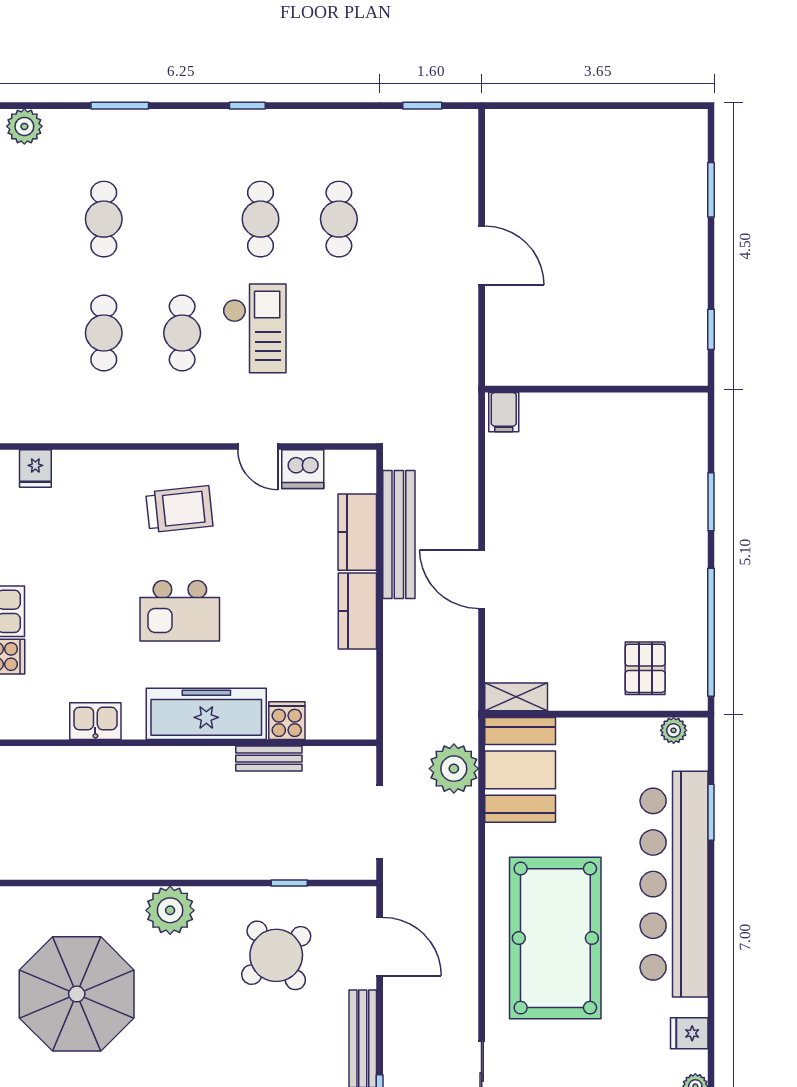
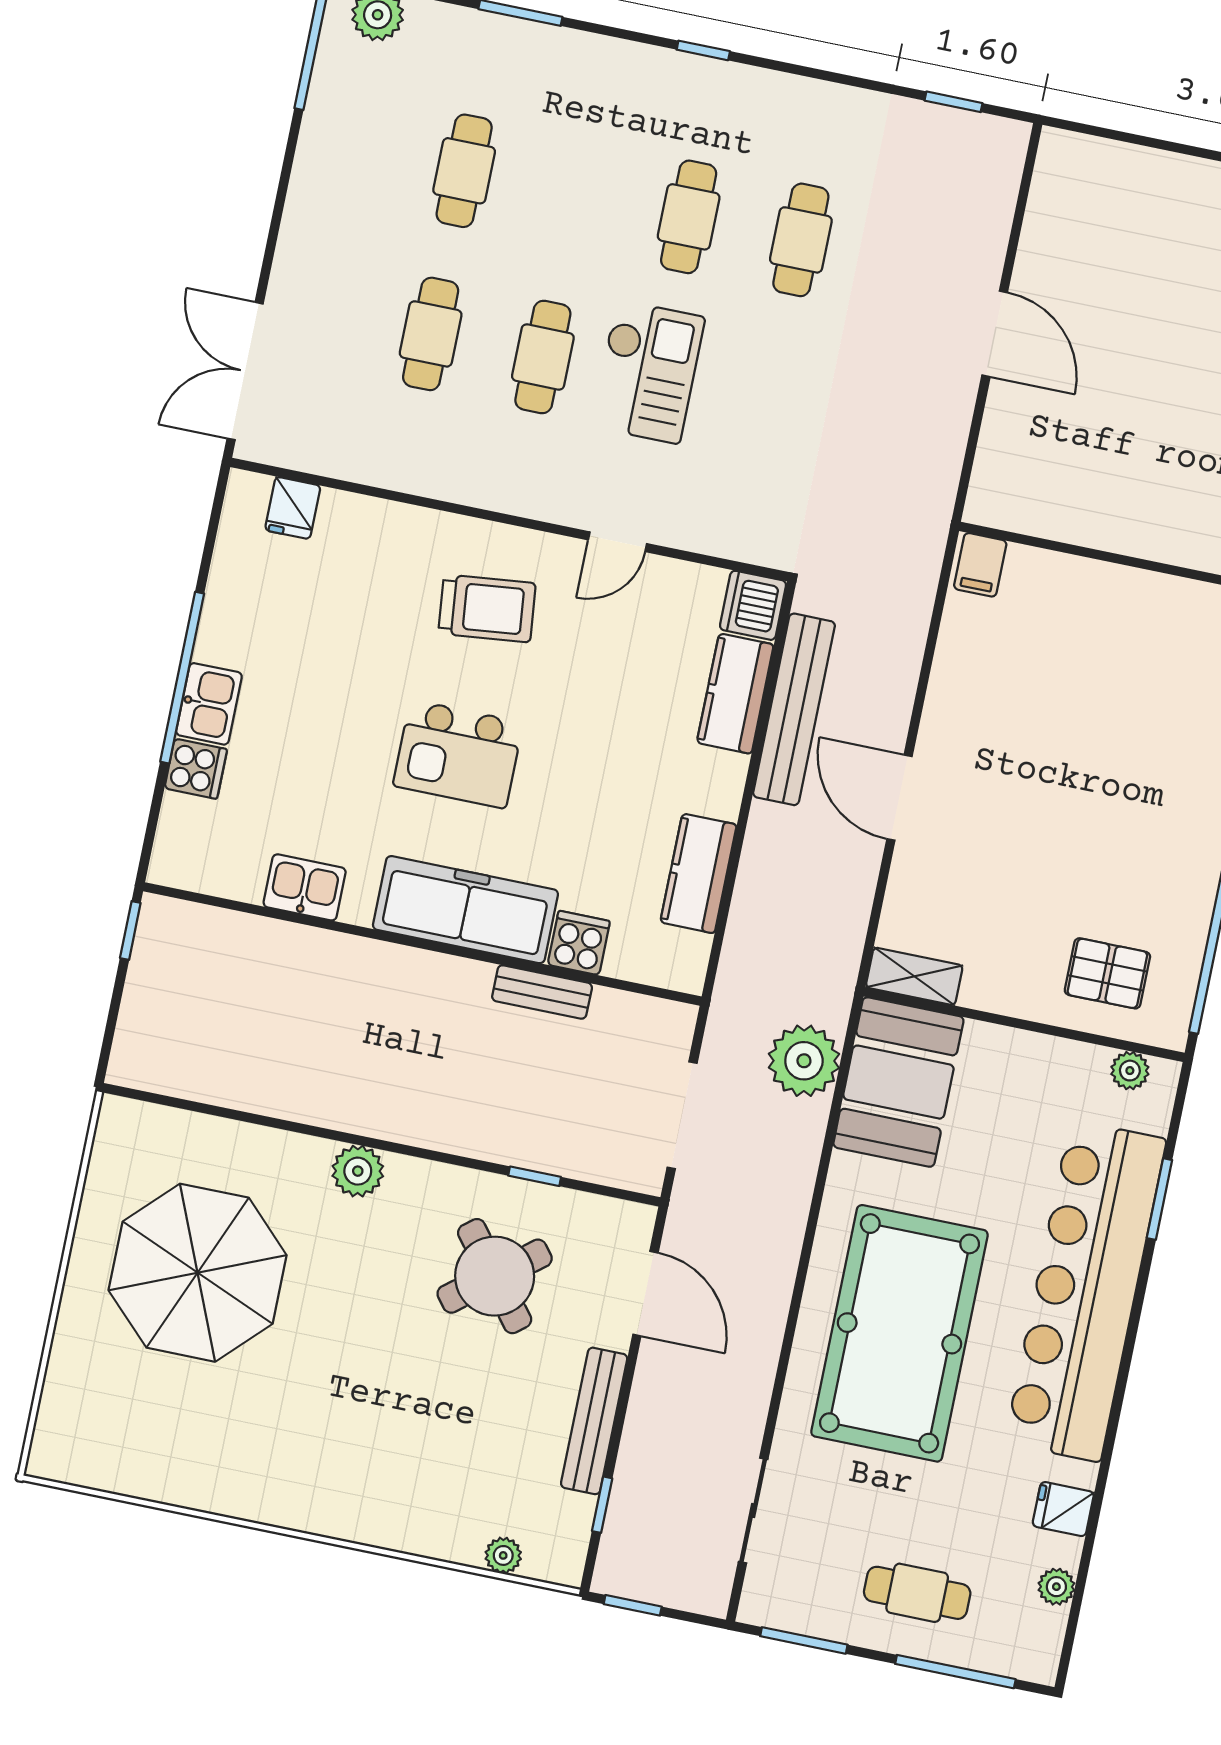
door: (258, 446) -> (617, 542), hinge flipped
dishwasher: (303, 469) -> (753, 605), moved, turned 90
kitchen counter: (357, 611) -> (699, 873), moved
pallet: (645, 668) -> (1107, 973), turned 90
plant: (170, 910) -> (358, 1171), width x0.73, depth x0.73

